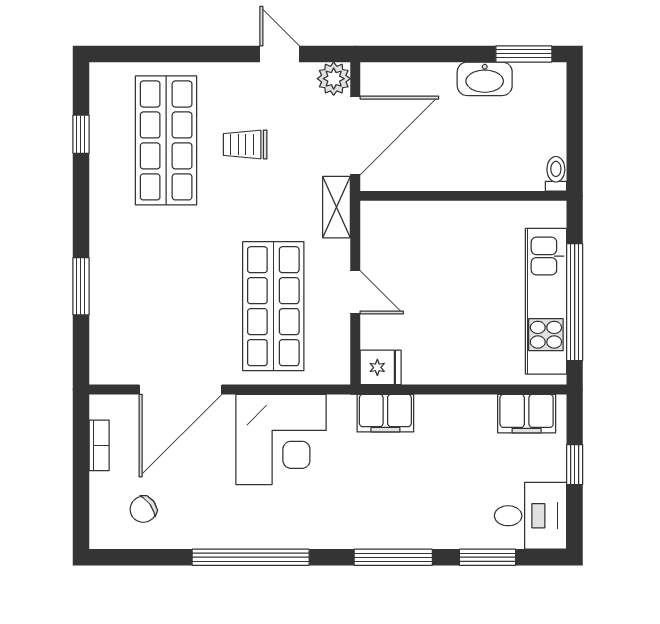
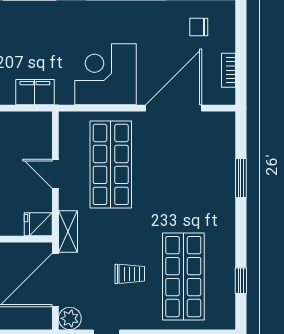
fridge: (381, 367) -> (38, 224), moved
chair: (143, 509) -> (199, 27), turned -144

